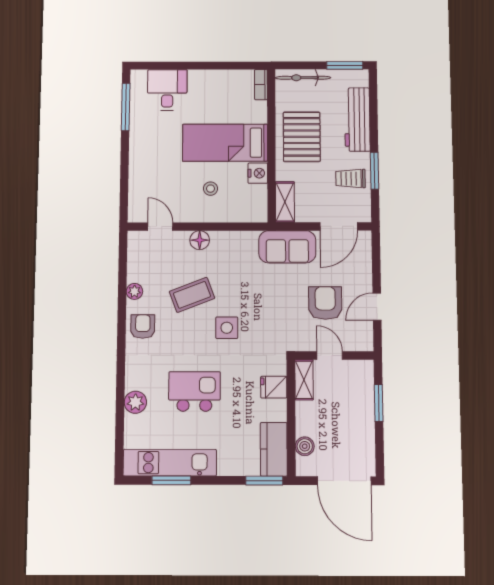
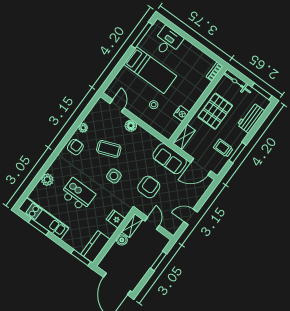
workbench: (357, 119) -> (251, 118), width x0.73
bed: (225, 143) -> (150, 70), moved, turned 180
armchair: (325, 303) -> (149, 187), moved
boiler: (305, 446) -> (122, 240), moved

